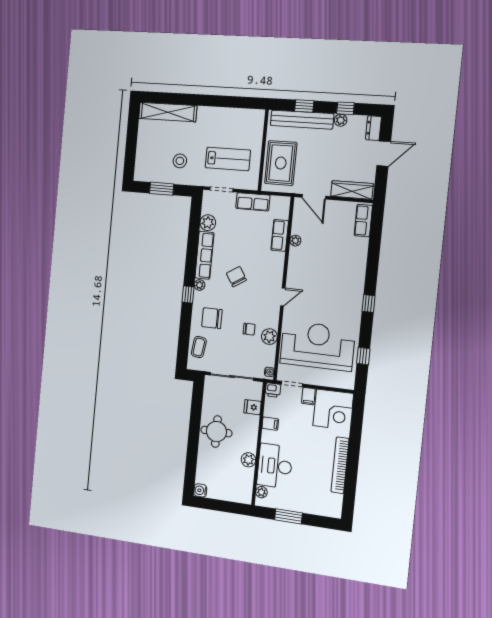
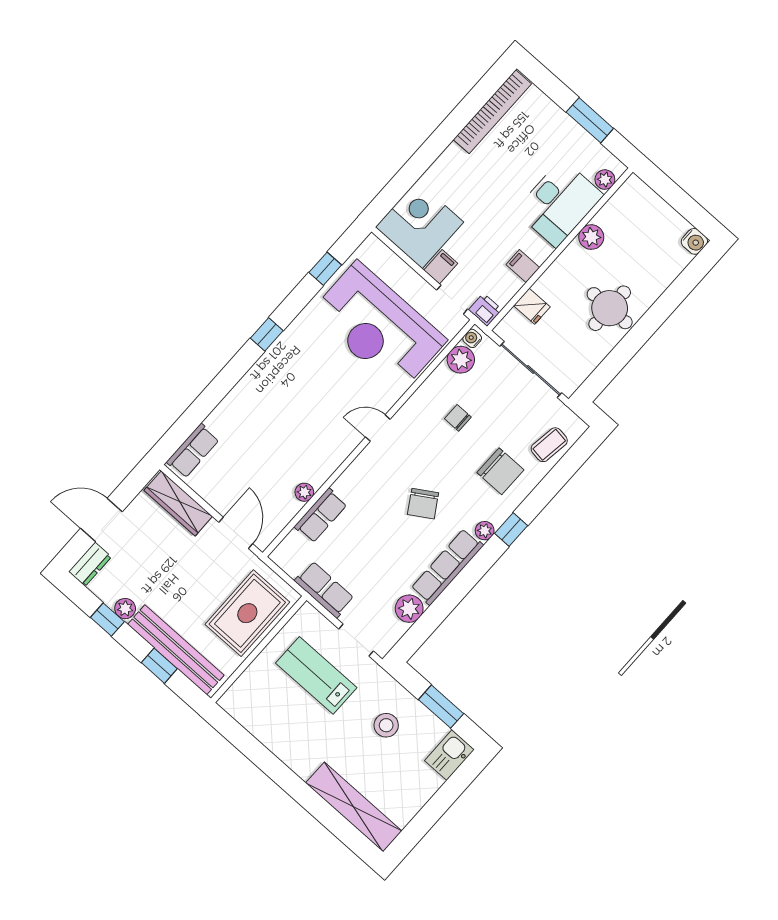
kitchen sink: (142, 170) -> (449, 755), added
plant: (269, 337) -> (461, 360), moved
bookcase: (340, 465) -> (492, 112), moved

